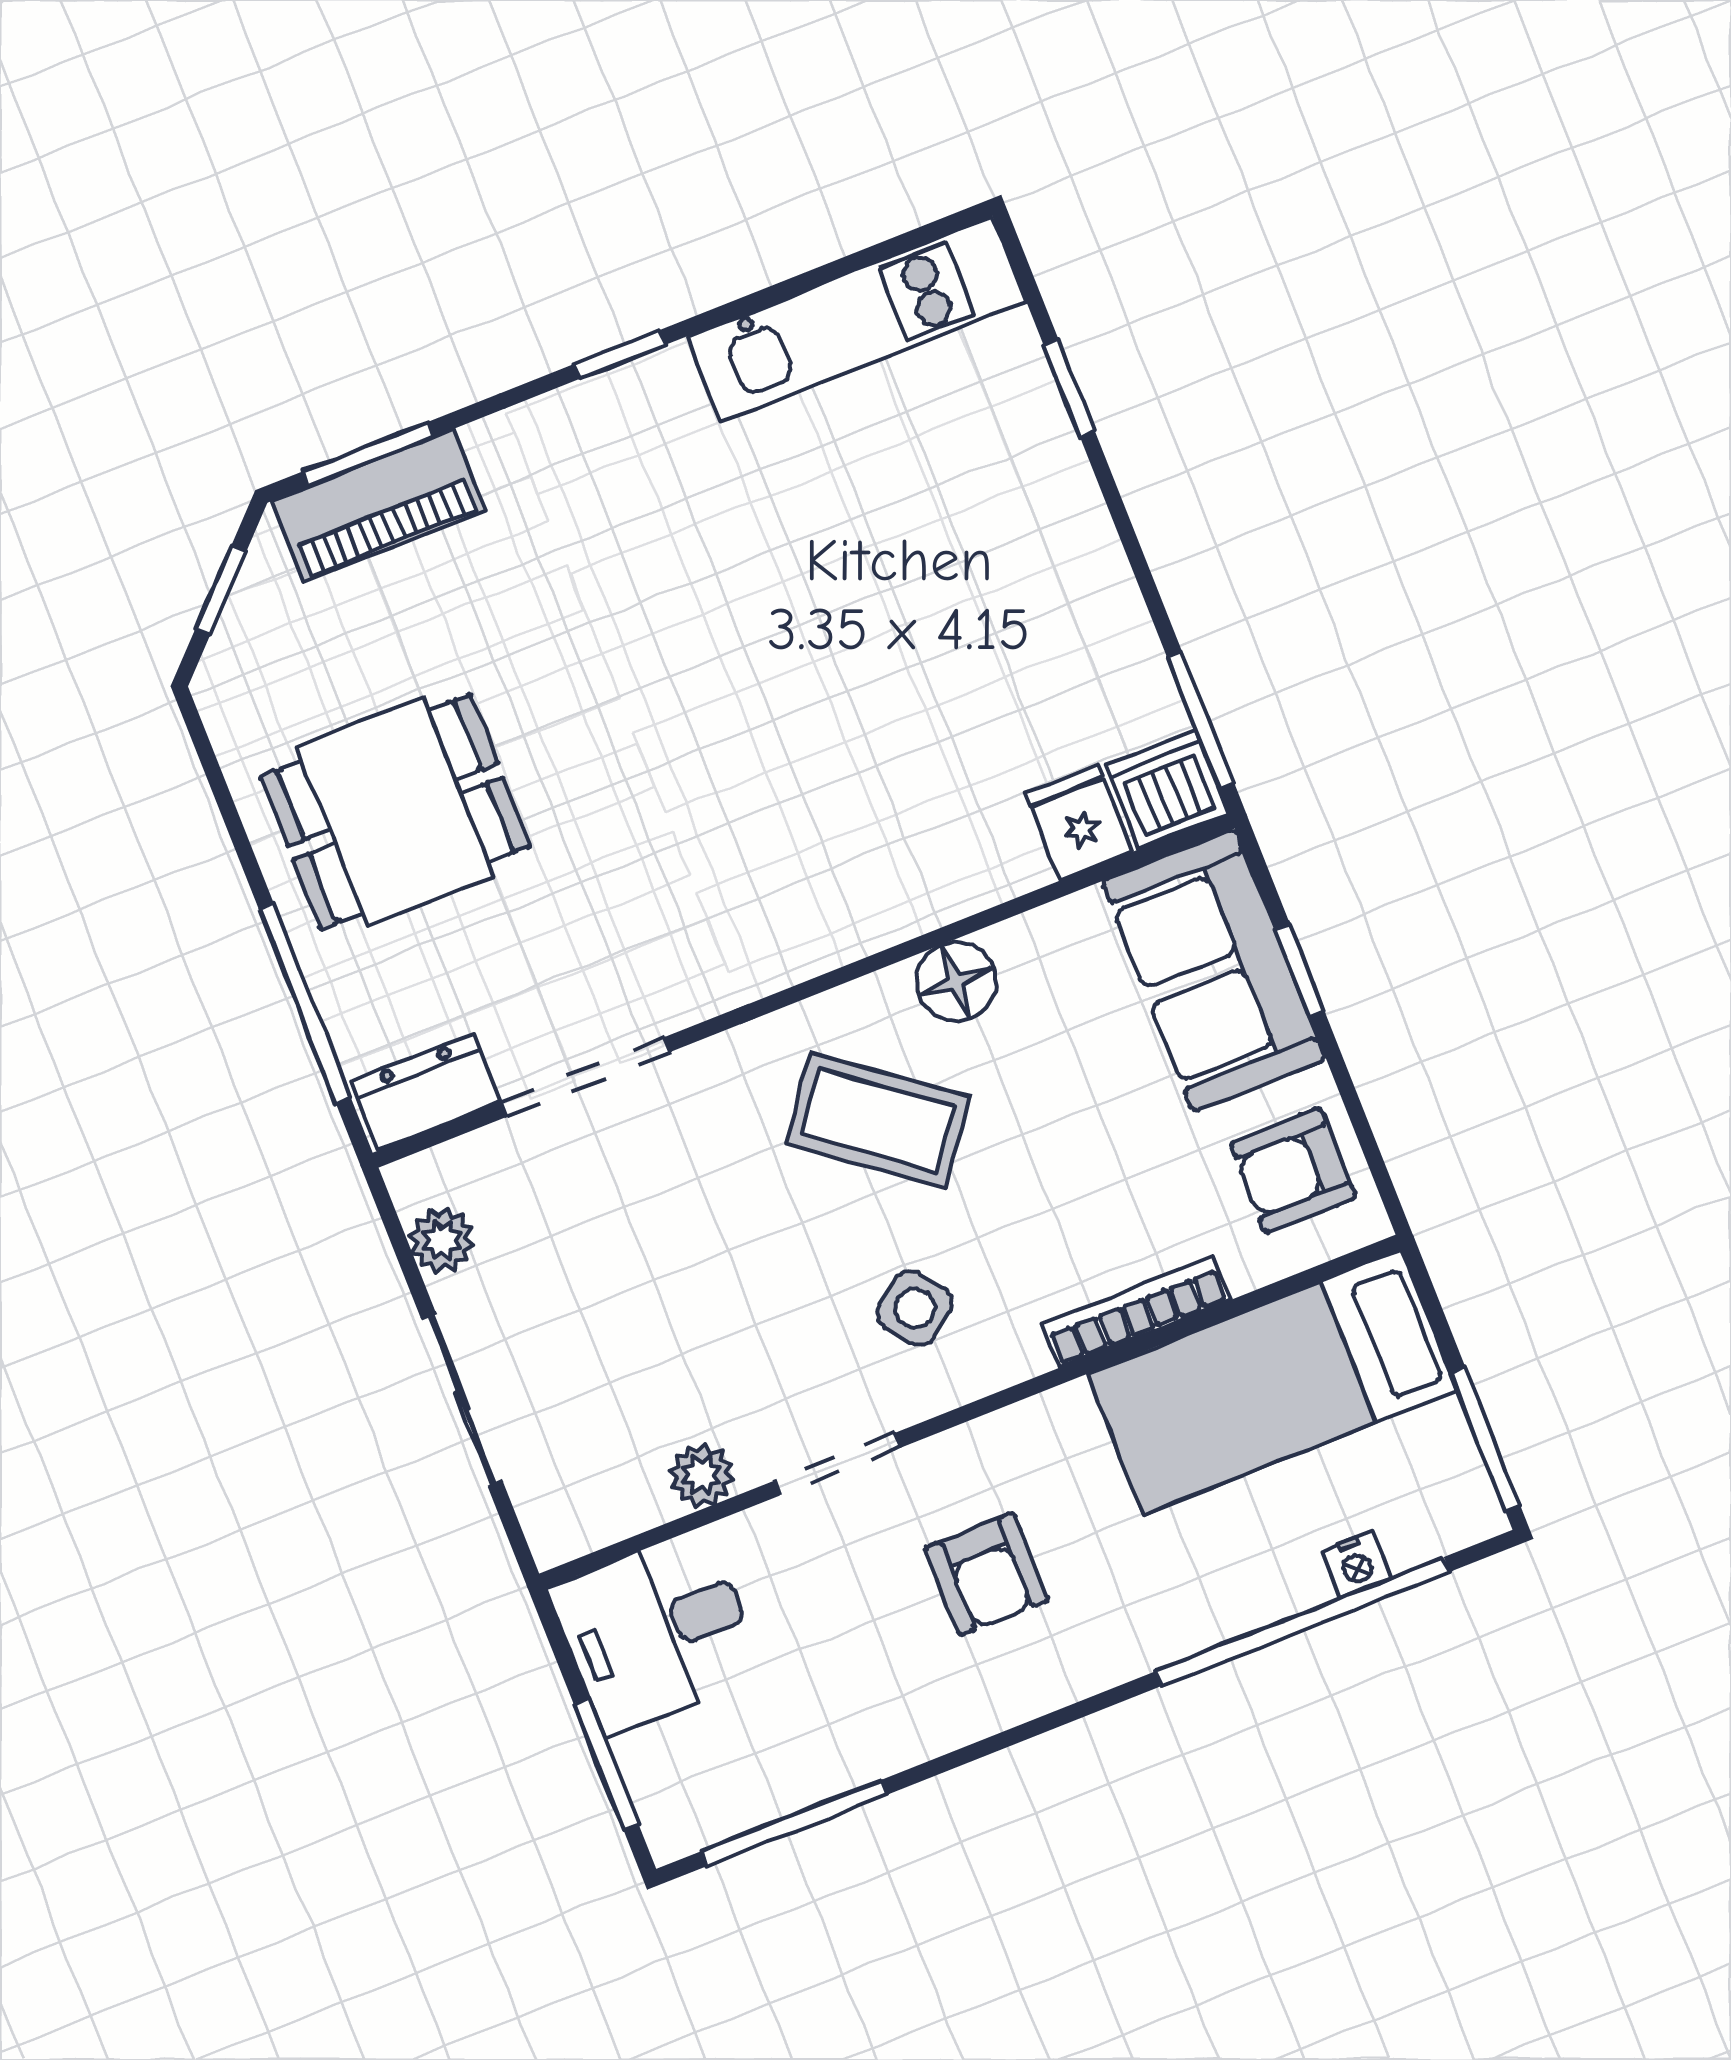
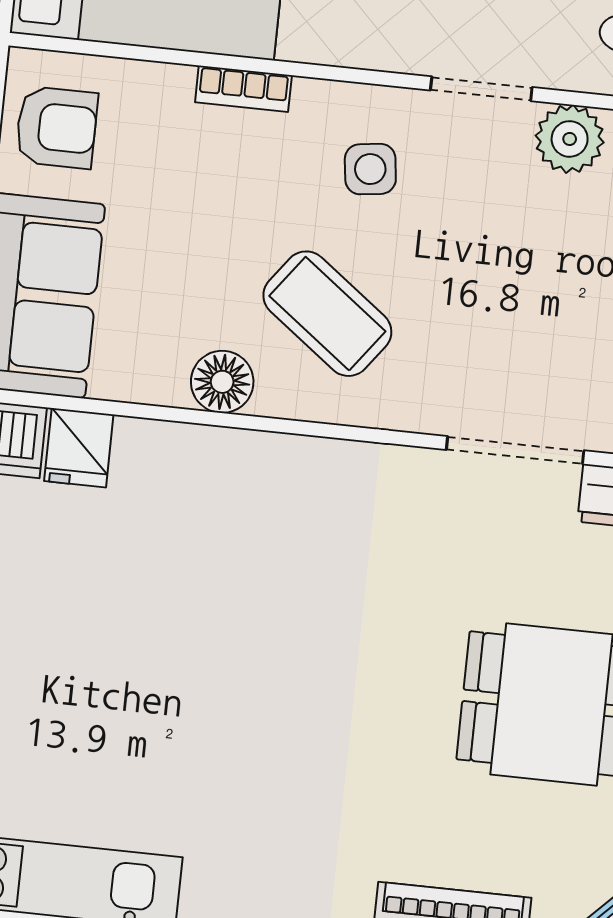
side table: (915, 1308) -> (370, 169), turned 31
bookcase: (1136, 1312) -> (243, 89), width x0.64
plant: (701, 1475) -> (570, 139), width x1.38, depth x1.38

